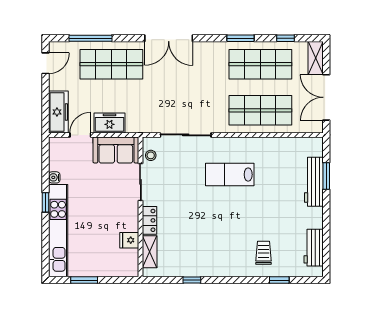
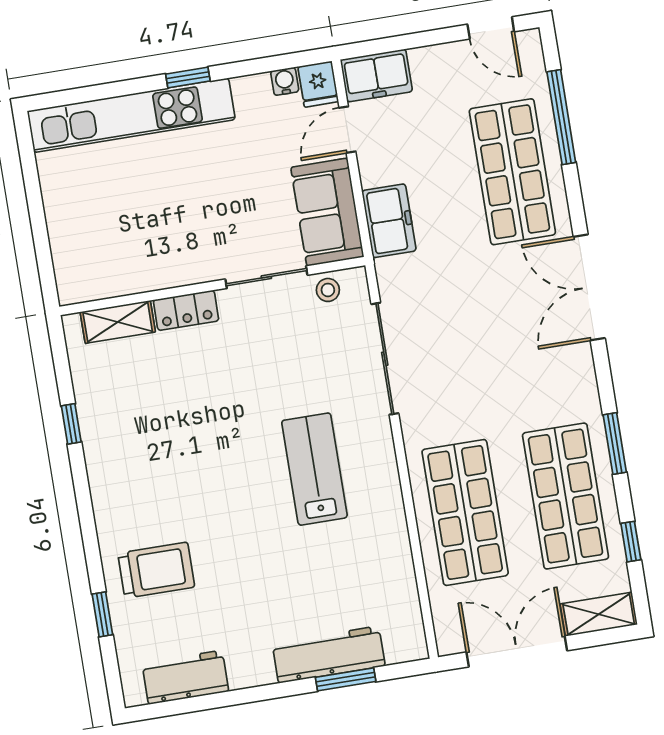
freezer: (58, 112) -> (376, 76), width x0.71
freezer: (109, 123) -> (389, 221), moved
door: (80, 135) -> (347, 130), swing flipped
water cooler: (54, 177) -> (285, 81), moved
fridge: (129, 240) -> (318, 84), moved, turned 180
trolley: (264, 253) -> (156, 570), width x1.36, depth x1.39
window: (84, 280) -> (33, 190), removed

